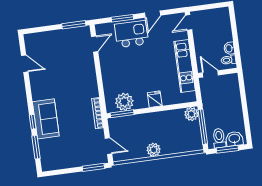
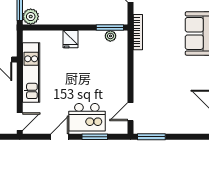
plant: (124, 102) -> (110, 36), width x0.53, depth x0.53

